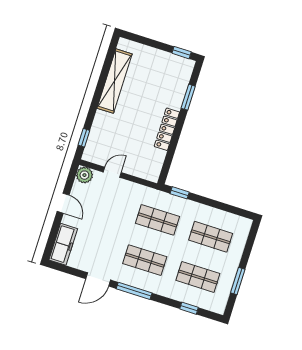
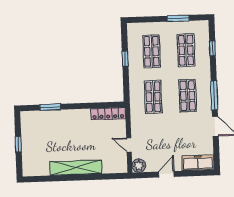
window: (182, 53) -> (18, 144), moved
shelving: (115, 81) -> (76, 168), moved
locker: (167, 129) -> (108, 114), moved
window: (84, 138) -> (110, 176), removed
window: (180, 193) -> (125, 59), moved

